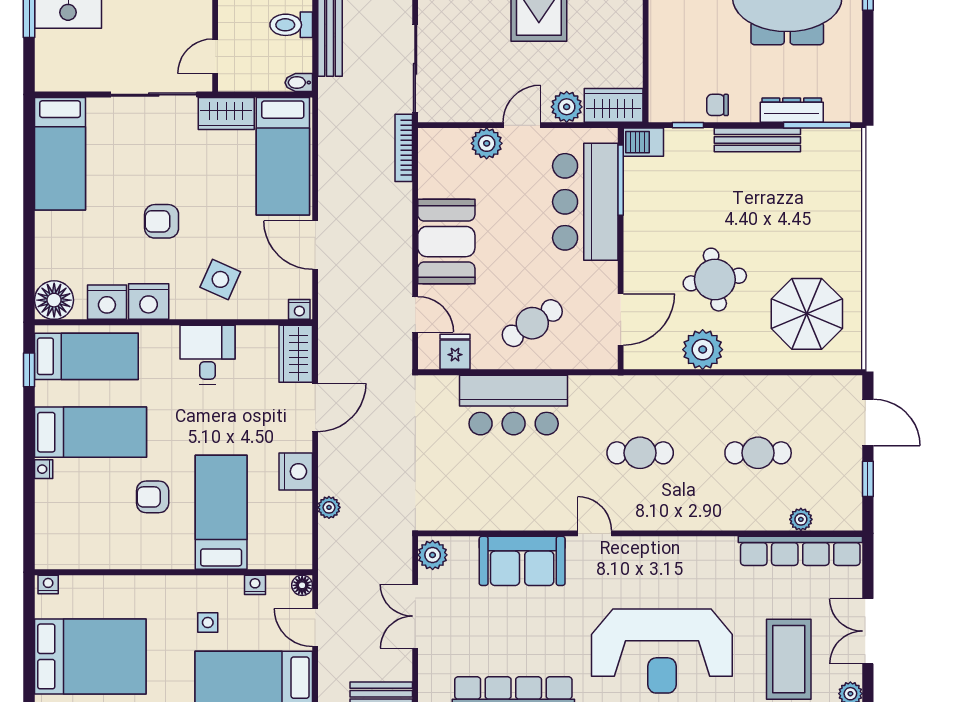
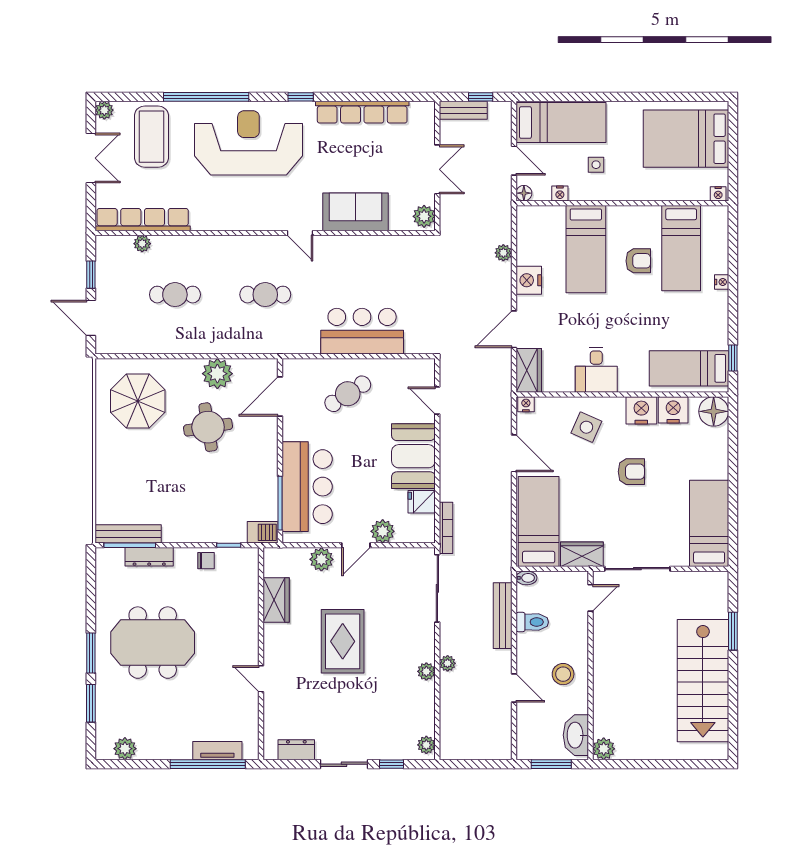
wardrobe: (614, 105) -> (276, 600), moved, turned -90
bench: (757, 140) -> (128, 534), moved
fridge: (455, 352) -> (422, 502), moved, turned 90
bed: (91, 432) -> (681, 248), moved, turned -90

